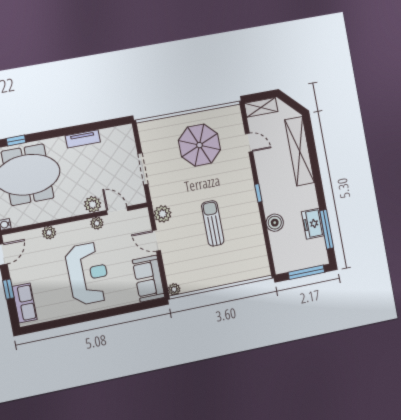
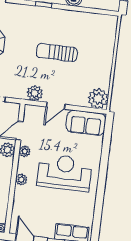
plant: (49, 233) -> (21, 179), moved
plant: (174, 289) -> (98, 99), width x1.87, depth x1.87

